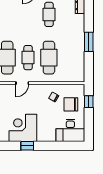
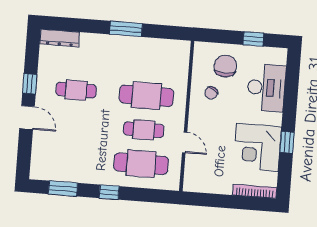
window: (89, 102) -> (253, 39), moved
chair: (71, 104) -> (225, 66), turned 180
desk: (70, 130) -> (266, 88), moved

